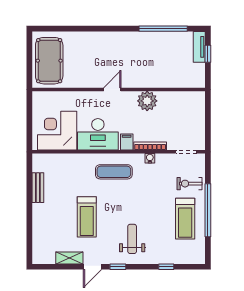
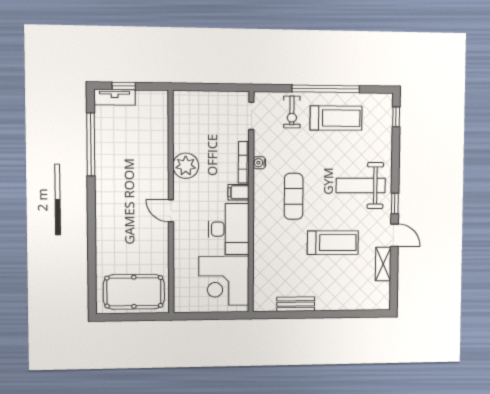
exercise mat: (114, 172) -> (294, 196), moved
weight bench: (132, 239) -> (361, 186), width x1.36, depth x1.33
window: (166, 267) -> (396, 117), moved

